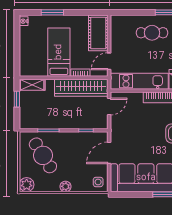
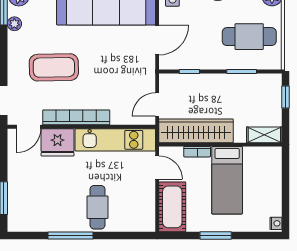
window: (52, 12) -> (216, 236), moved
cafe table: (152, 33) -> (98, 207), turned 90
door: (109, 61) -> (157, 168), hinge flipped
window: (17, 99) -> (286, 97), moved
cafe table: (43, 155) -> (249, 37), turned -58

